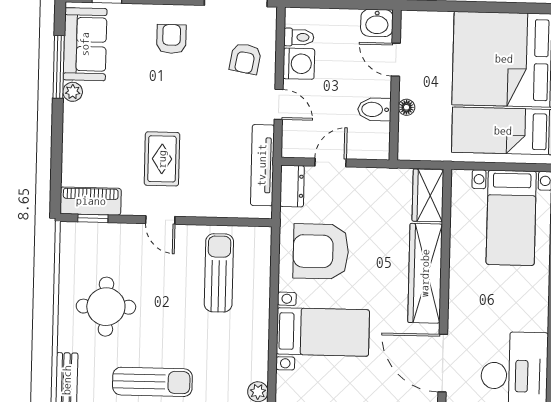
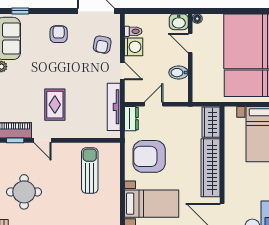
floor lamp: (406, 107) -> (197, 19), moved
door: (160, 220) -> (42, 140), moved

